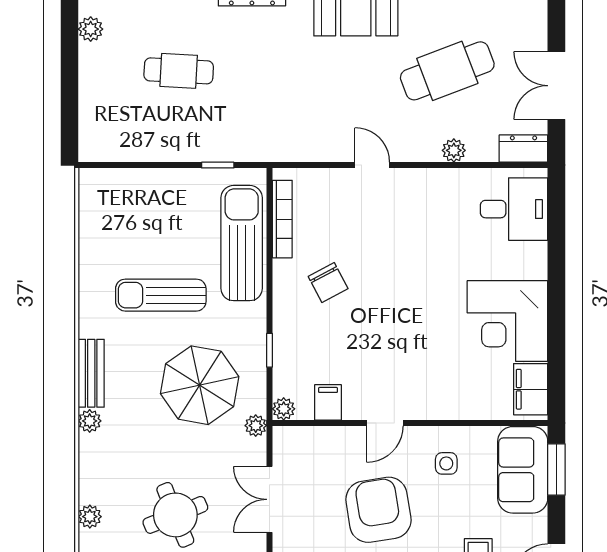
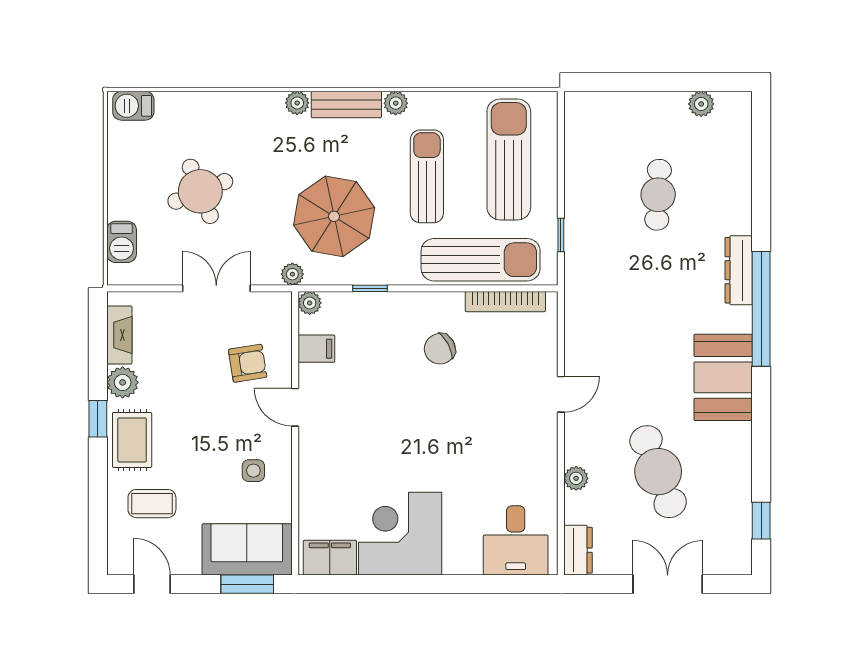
double door: (556, 86) -> (668, 584), moved
sun lounger: (144, 216) -> (509, 159), added
armchair: (378, 510) -> (248, 363), moved, width x0.53, depth x0.53
plant: (90, 517) -> (396, 103), moved

